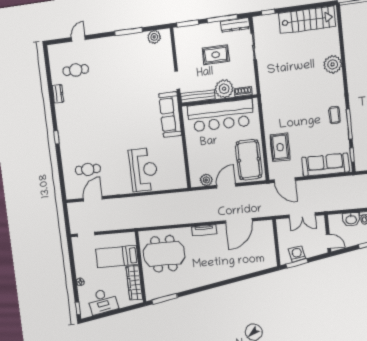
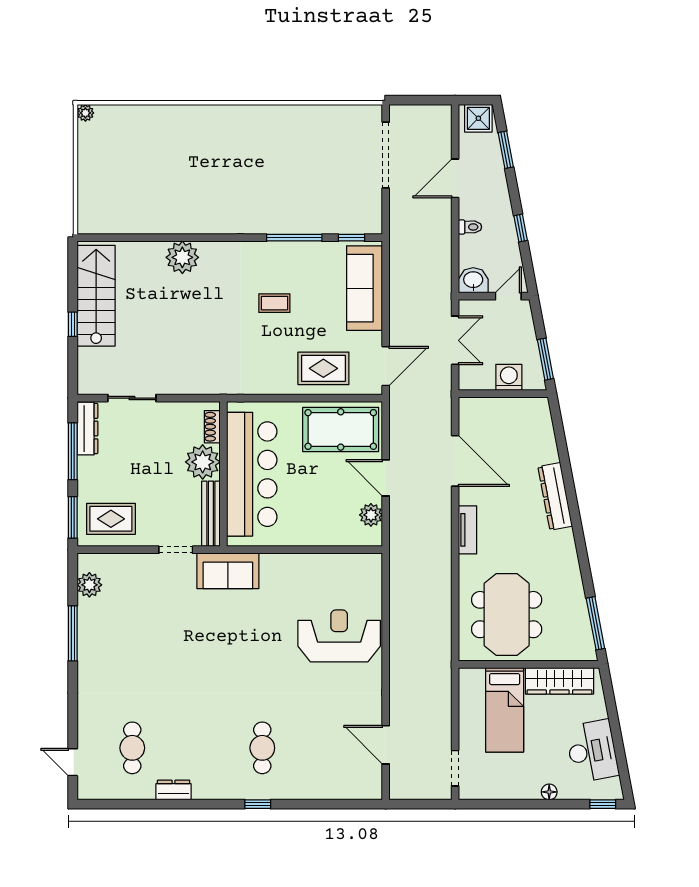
window: (268, 12) -> (73, 324), moved
door: (78, 38) -> (73, 762), moved
rug: (216, 55) -> (111, 519), moved, turned 90
sofa: (170, 115) -> (228, 571), width x0.73
coffee table: (335, 115) -> (274, 303), moved
cafe table: (88, 169) -> (262, 748), moved
washbasin: (351, 219) -> (473, 280), moved, turned -90
washing machine: (297, 254) -> (509, 377), moved, turned 101
dresser: (226, 274) -> (555, 496), added

